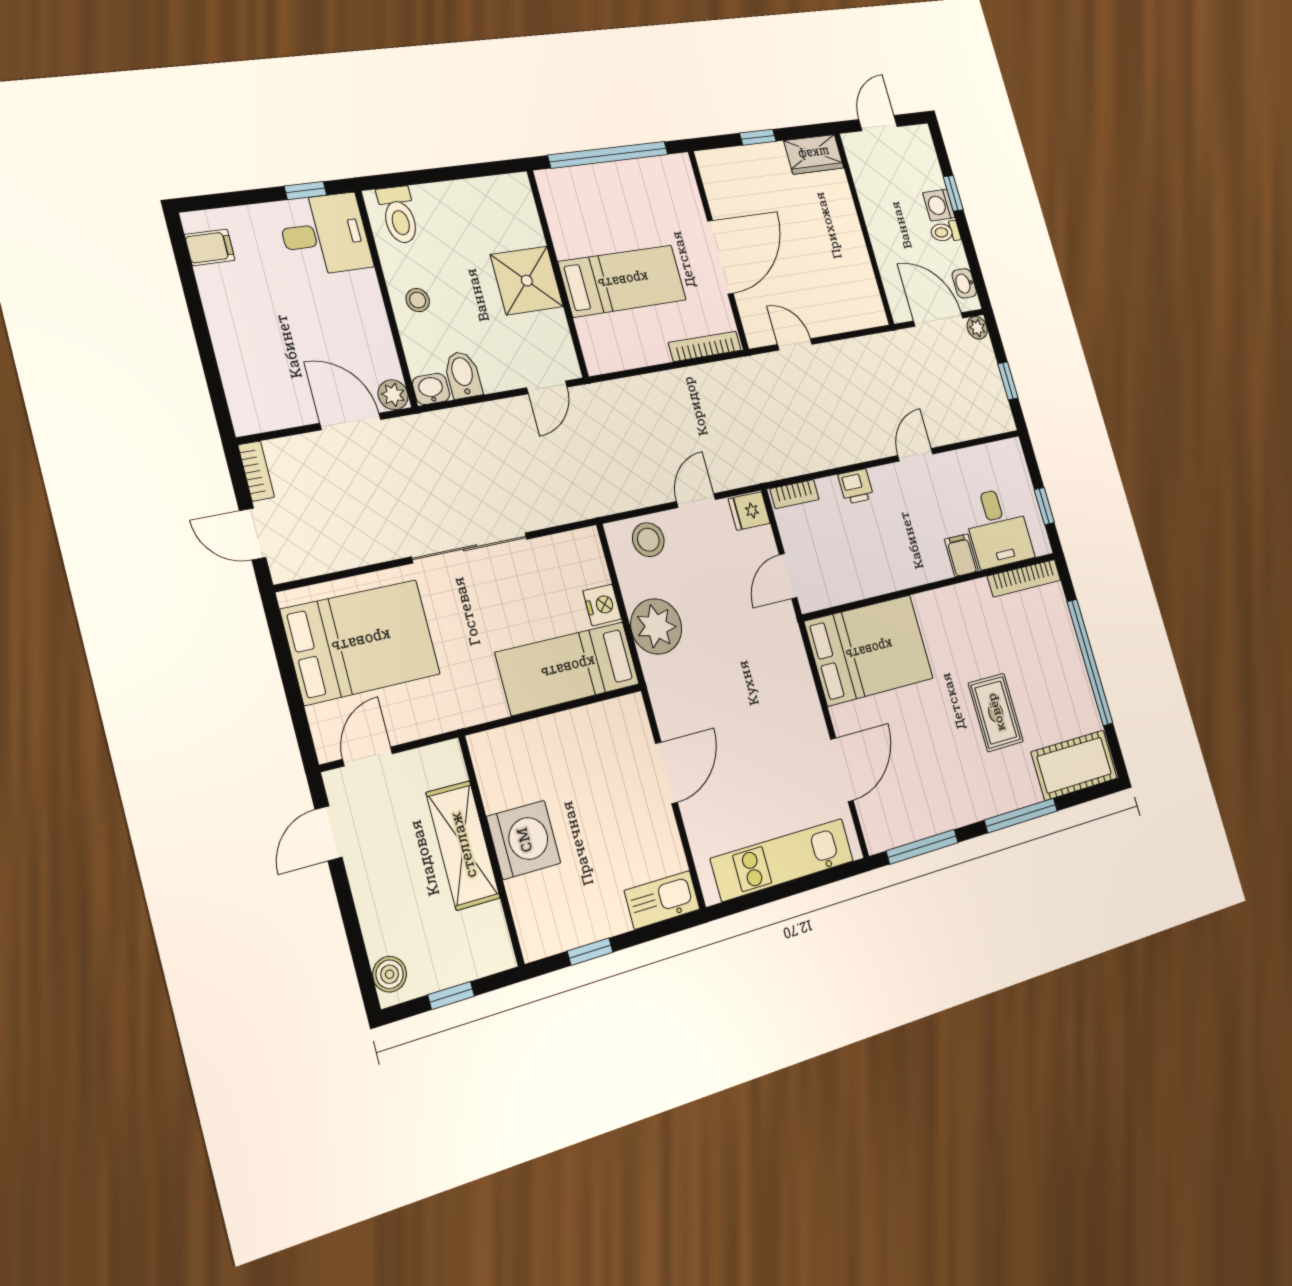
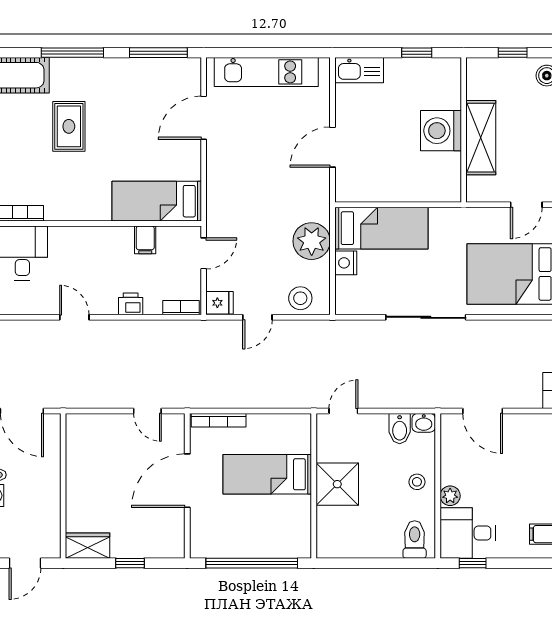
plant: (393, 395) -> (450, 496), moved
door: (915, 455) -> (74, 317), swing flipped
filing cabinet: (961, 555) -> (145, 240), moved
bed: (869, 650) -> (157, 201), width x0.67

